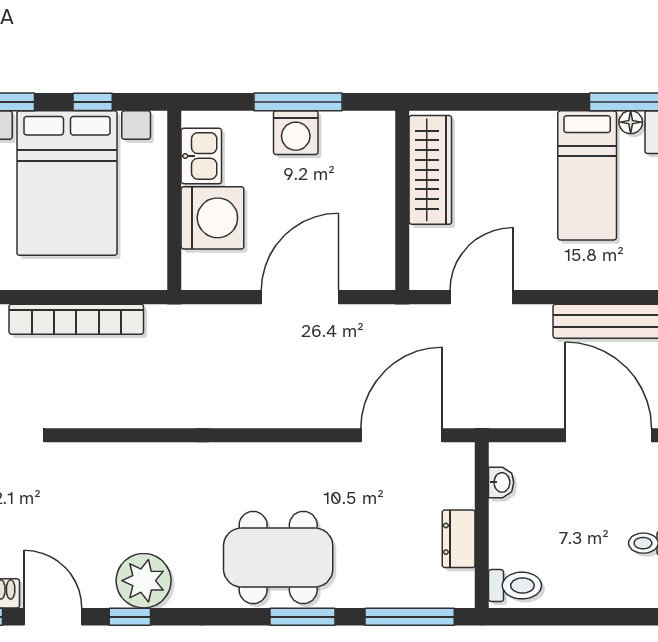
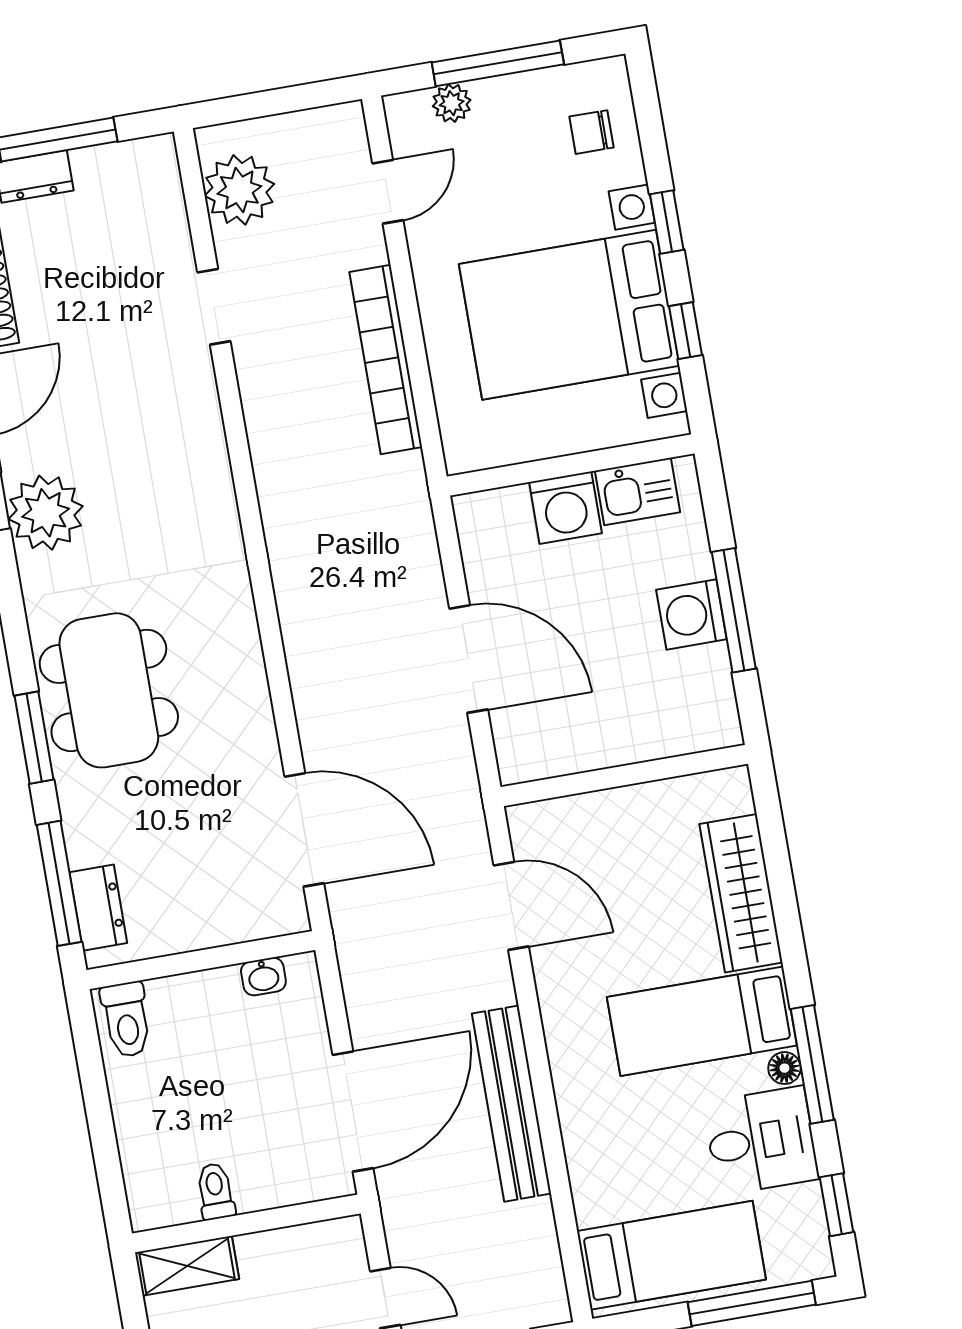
wardrobe: (430, 170) -> (741, 893), moved, turned 90
washing machine: (212, 218) -> (565, 508), width x0.73, depth x0.73
dresser: (459, 539) -> (98, 908), moved, turned 90

